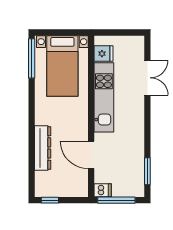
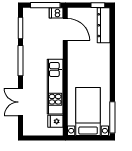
window: (147, 130) -> (21, 61), added
dresser: (43, 148) -> (104, 25), moved
door: (91, 155) -> (65, 29), moved

